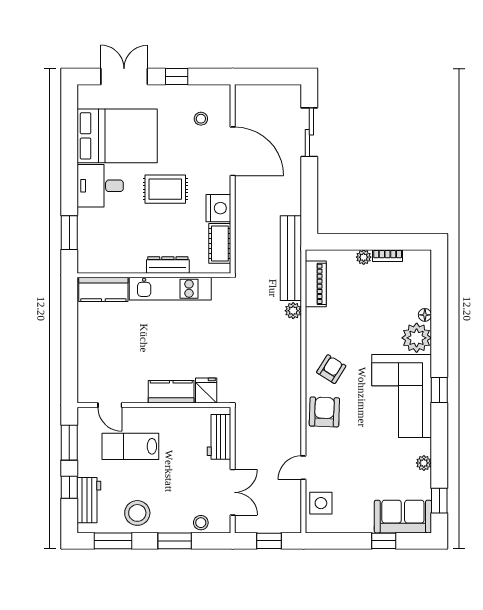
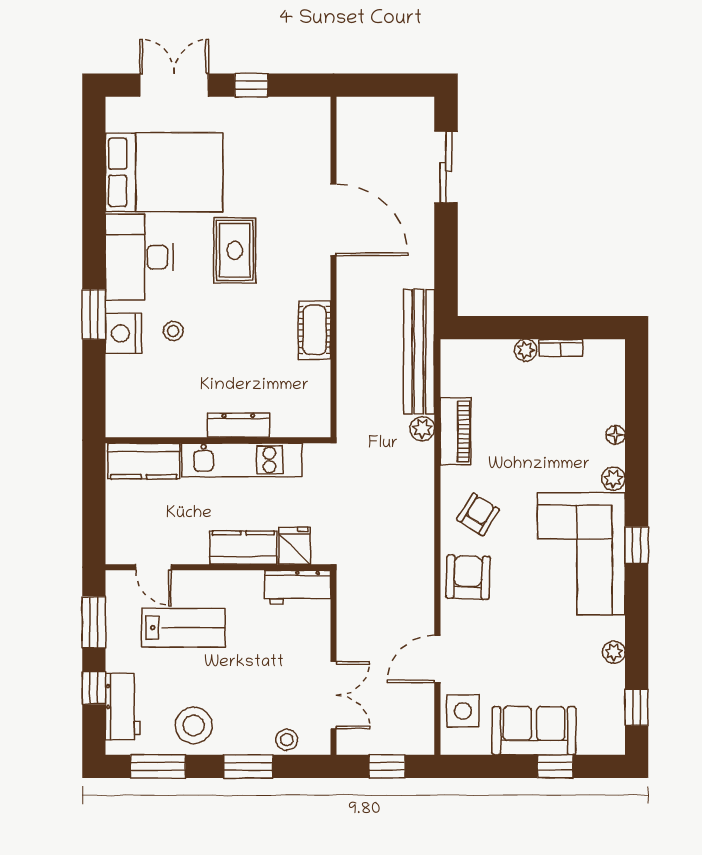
stool: (201, 119) -> (173, 331), moved
door: (233, 151) -> (333, 220), moved
desk: (100, 186) -> (139, 257), width x1.37
rug: (165, 189) -> (235, 250), turned 90
nightstand: (218, 208) -> (123, 333), moved, turned 180
dresser: (168, 265) -> (238, 425), moved
wall: (154, 275) -> (218, 440), moved
piano: (316, 284) -> (455, 431), moved
kitchen counter: (103, 289) -> (144, 461), moved
kitchen unit: (170, 289) -> (242, 460), moved
plant: (417, 338) -> (613, 479), width x0.53, depth x0.53
workbench: (219, 437) -> (298, 587), moved, turned -90
lab bench: (130, 446) -> (183, 628), turned 180
door: (303, 468) -> (437, 659), width x1.38
sofa: (403, 517) -> (534, 731), moved

